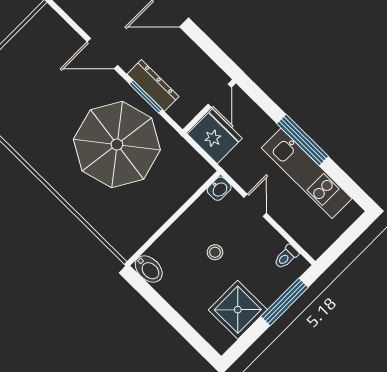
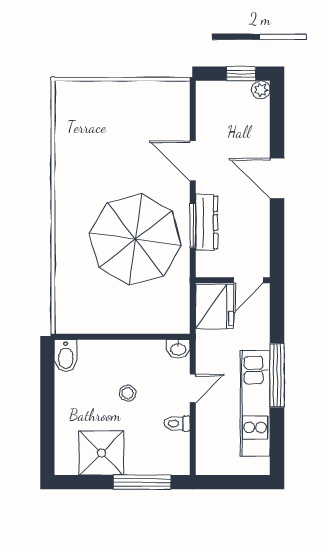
toilet: (286, 257) -> (177, 424), moved

